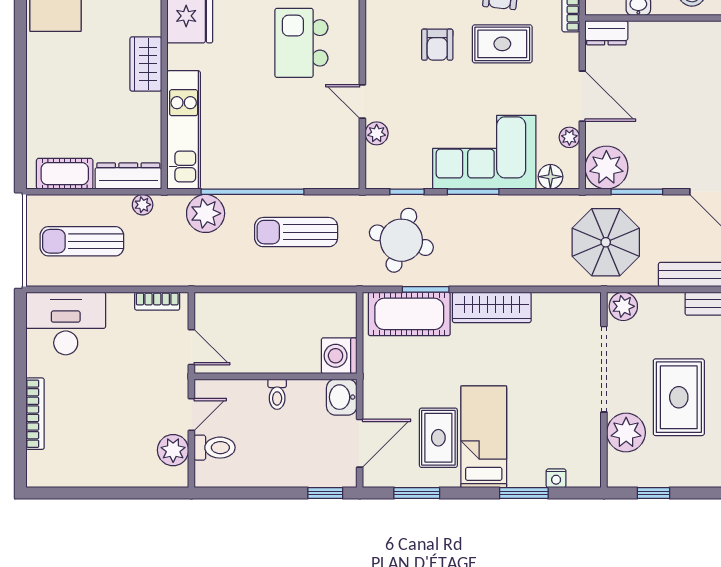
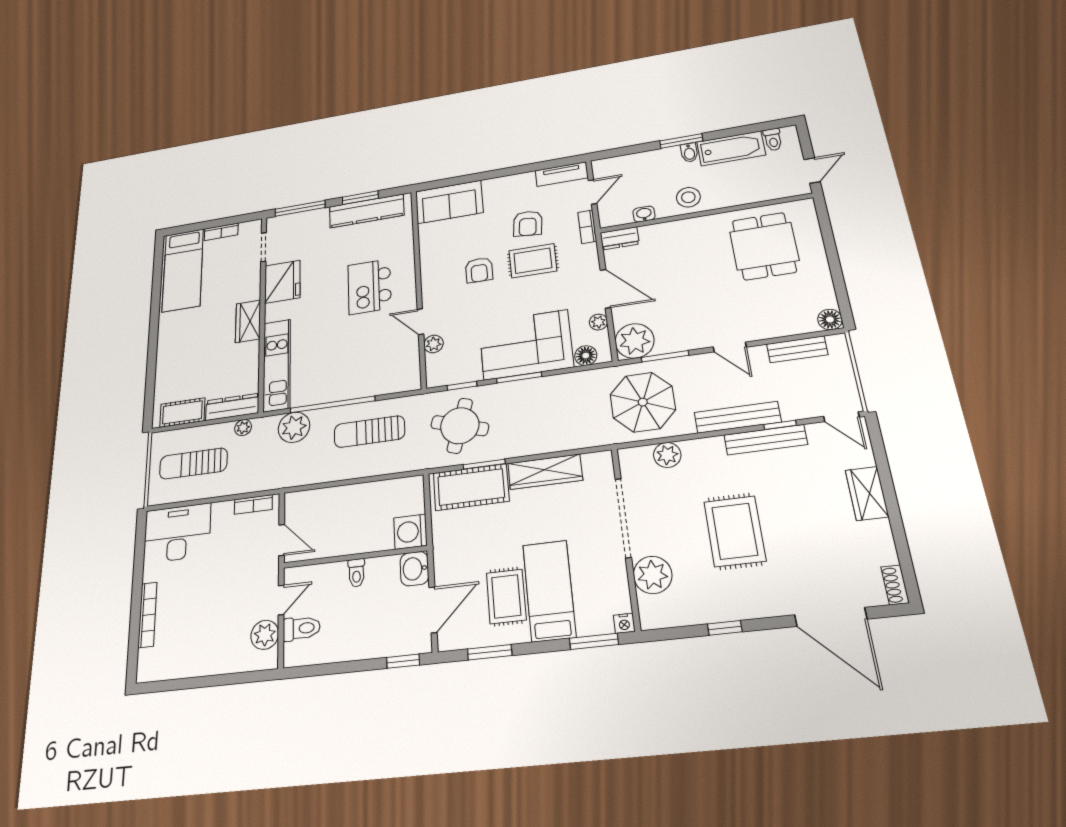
doorway: (604, 369) -> (623, 518), moved
wall: (604, 390) -> (626, 537), moved
plant: (626, 433) -> (653, 575), moved

